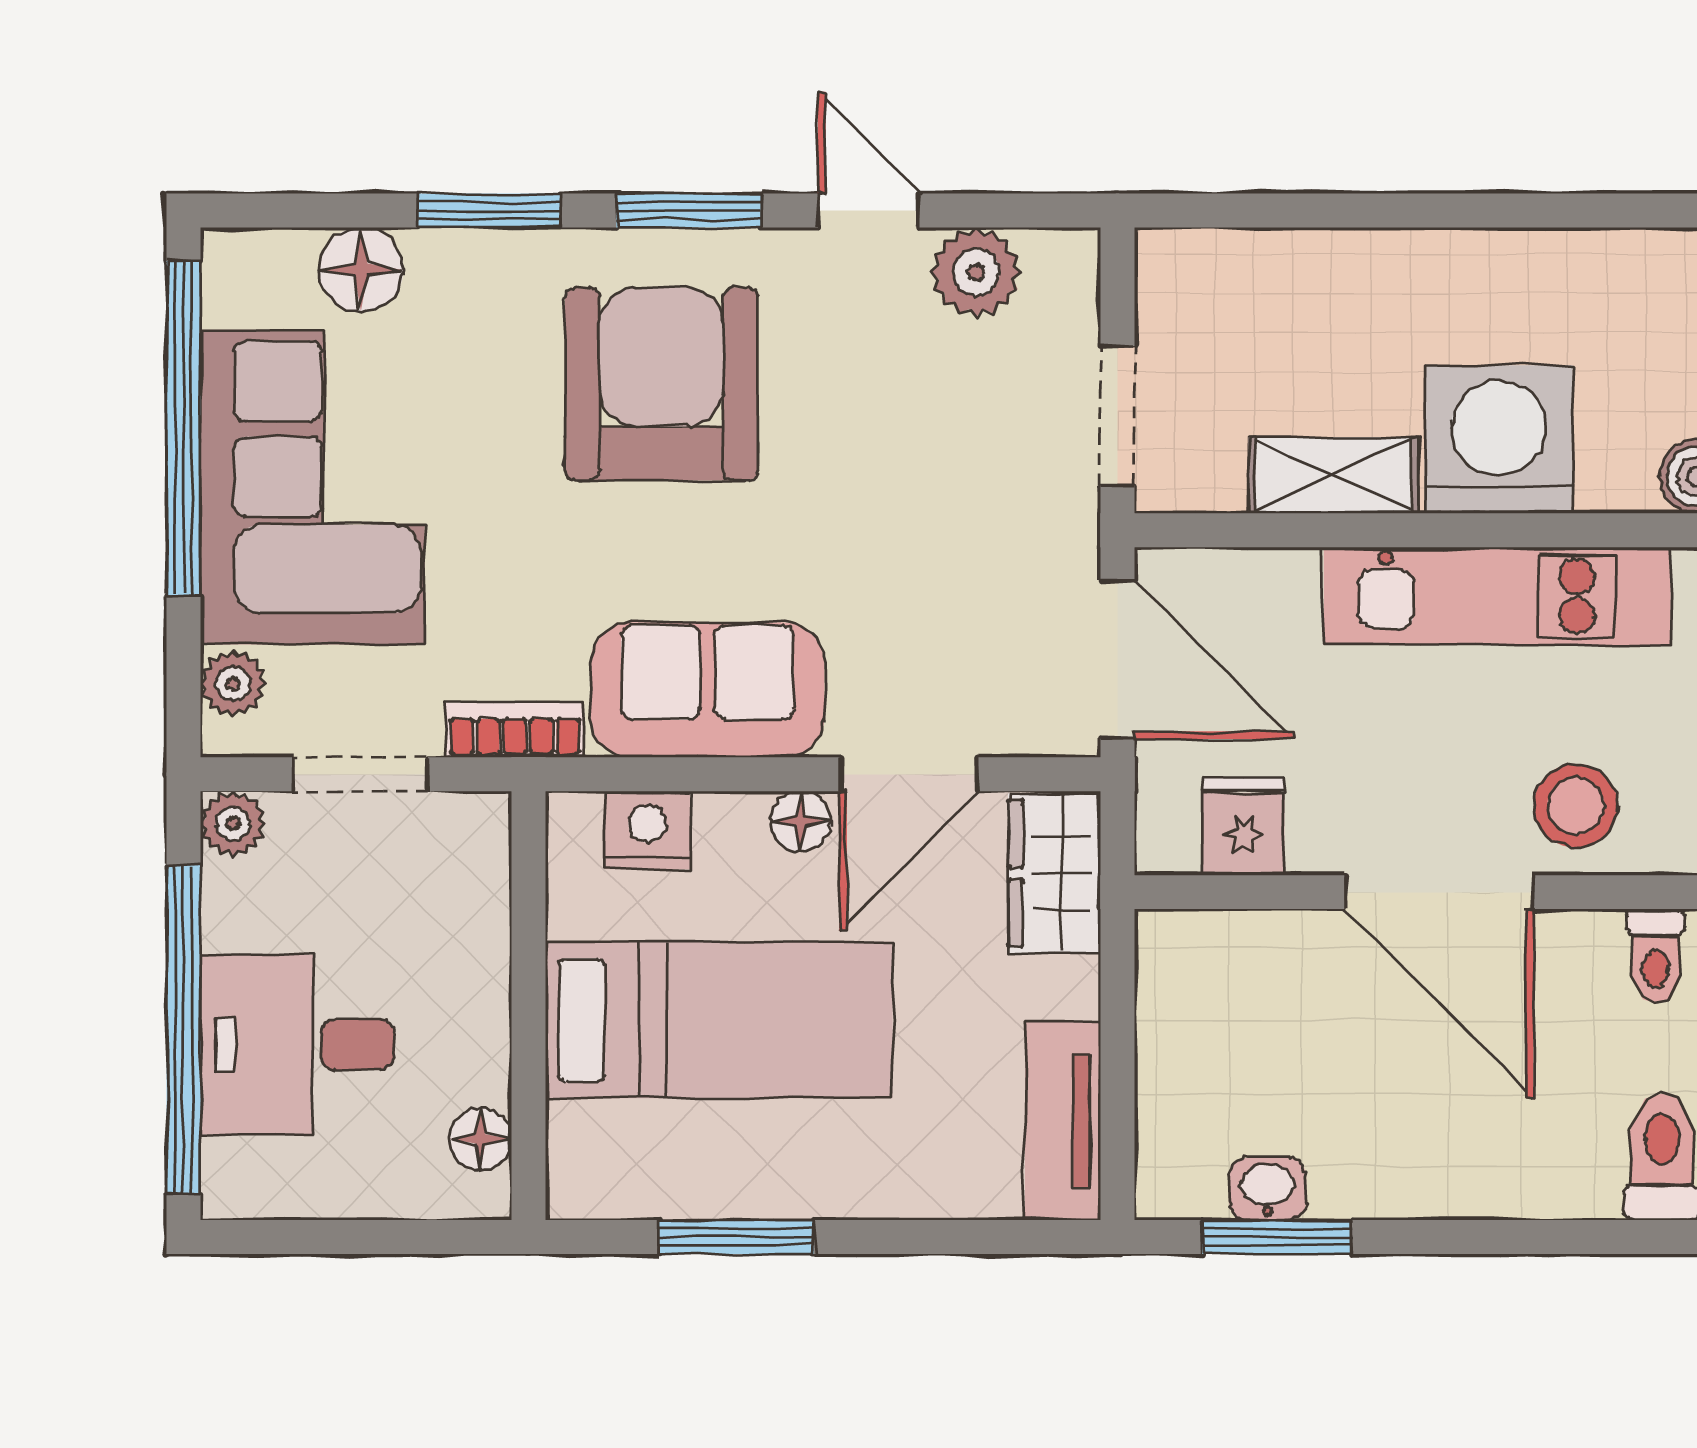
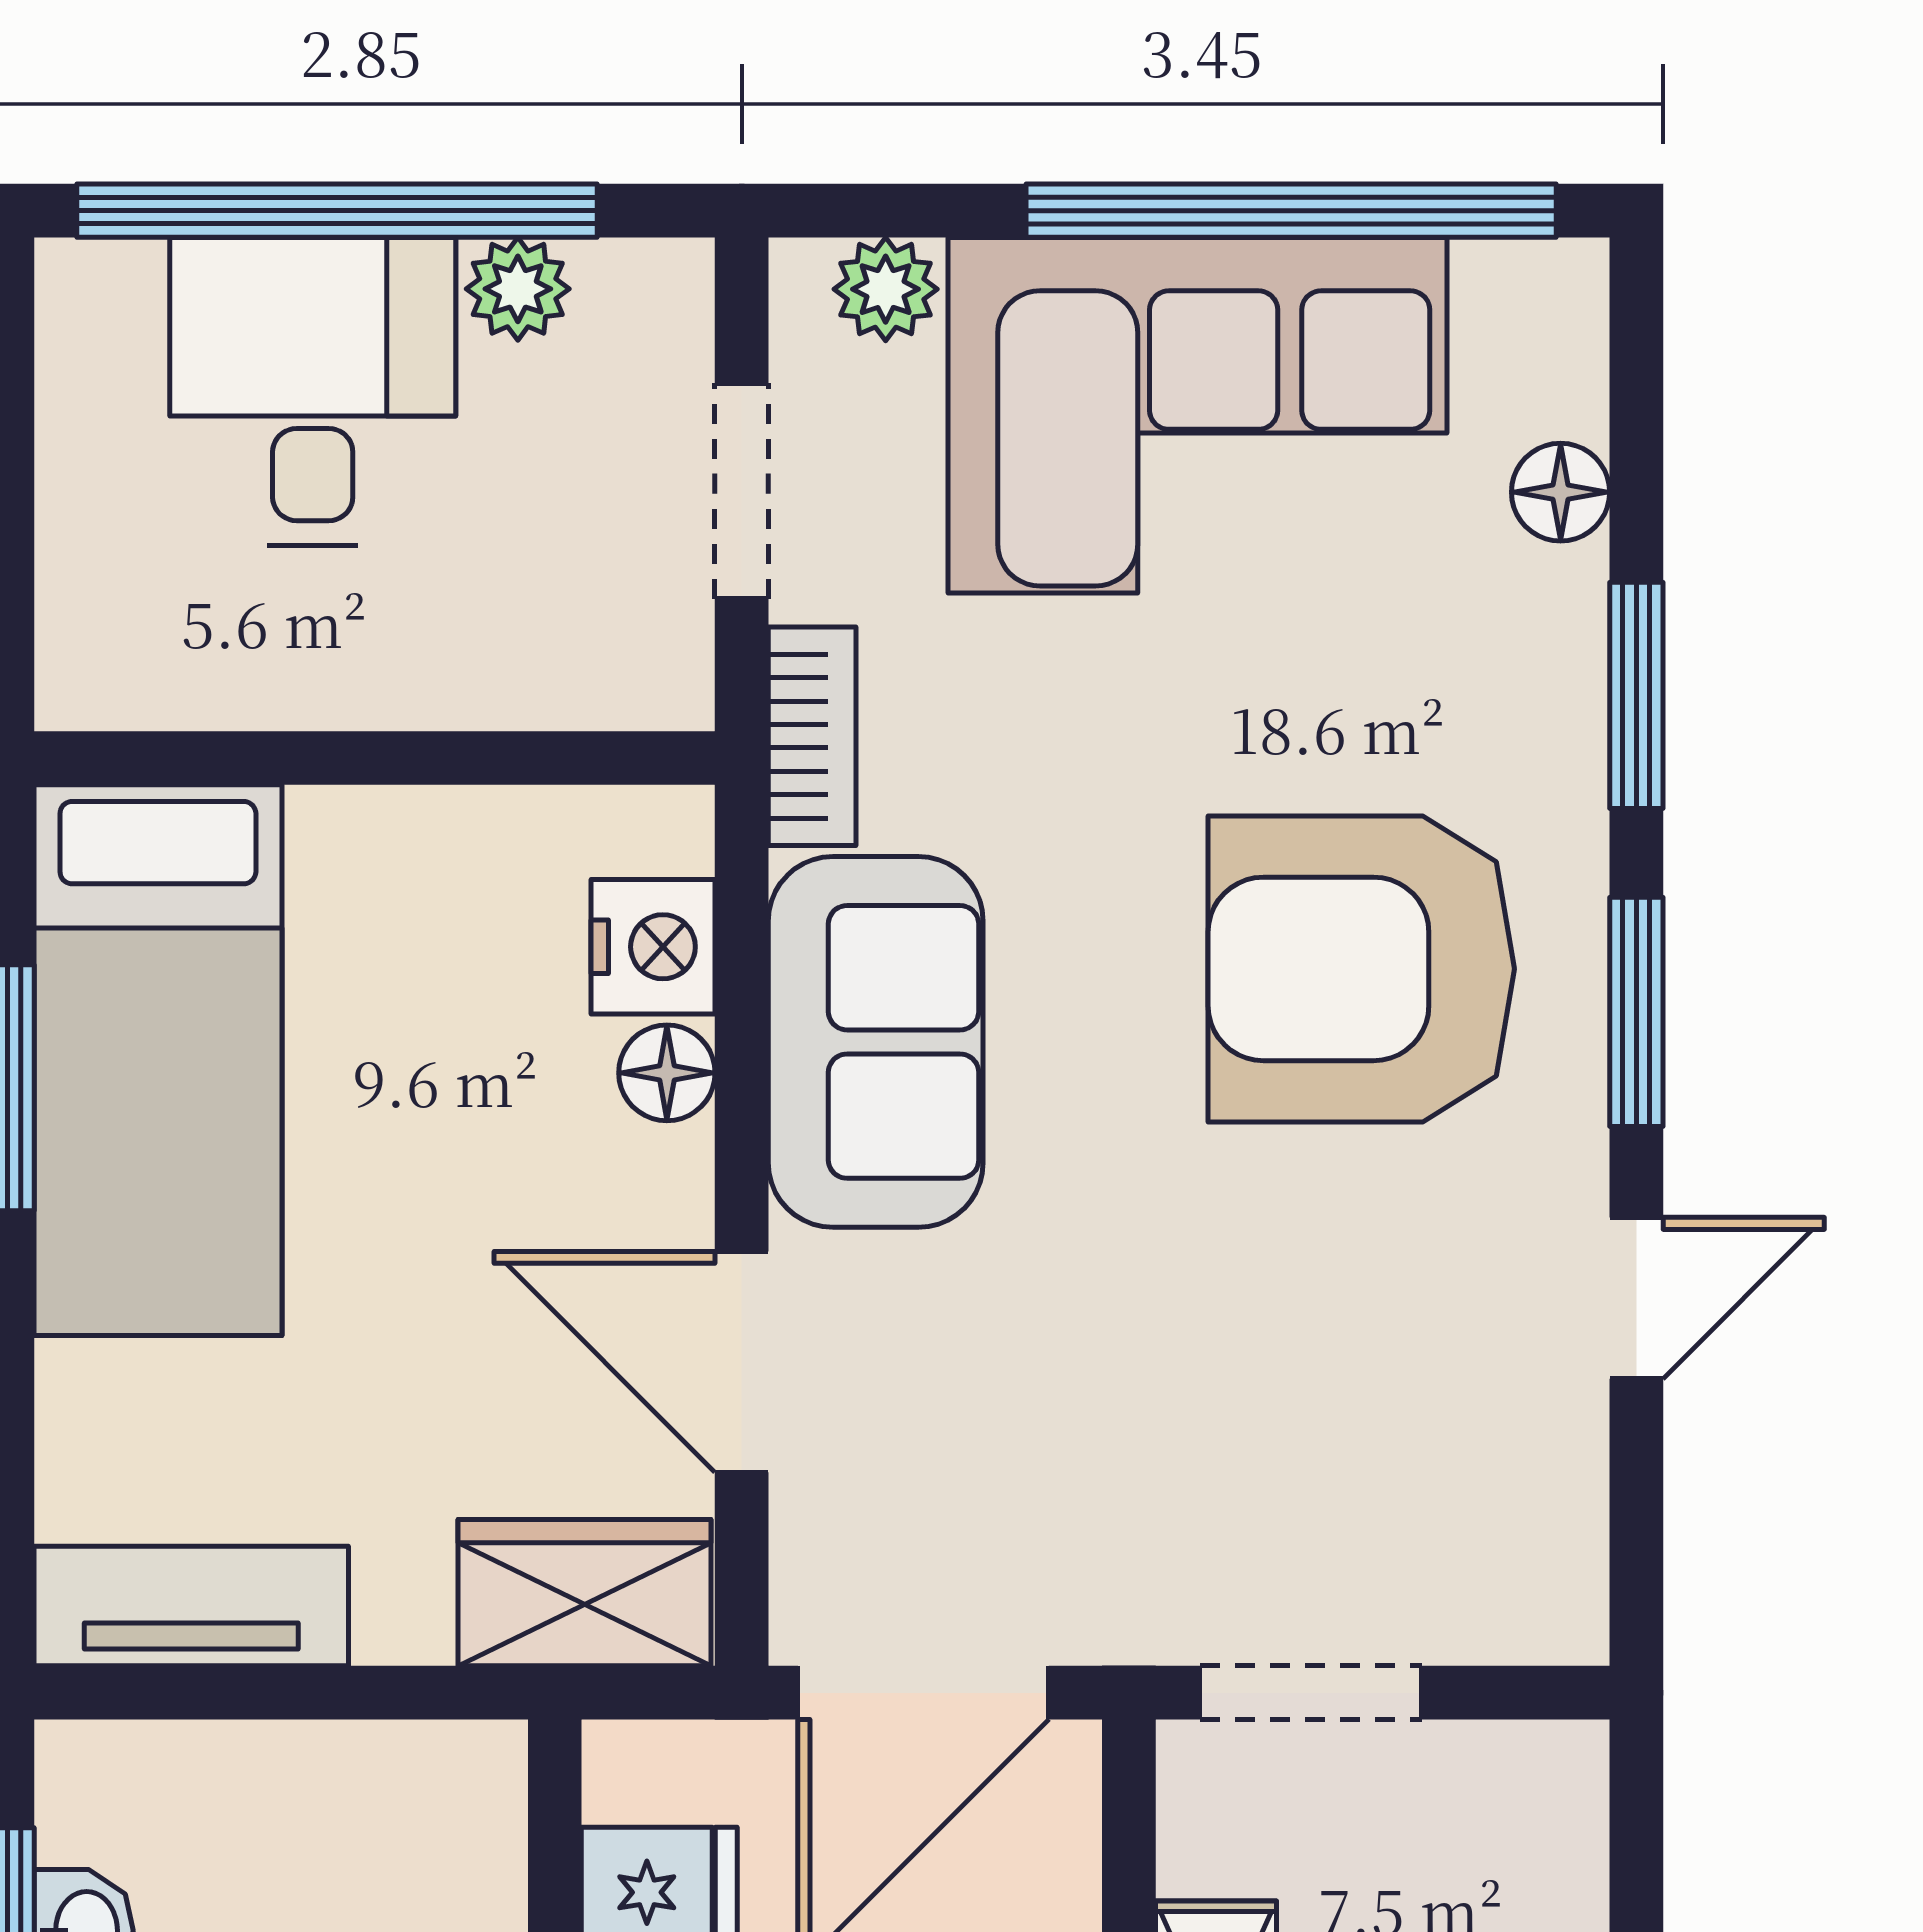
floor lamp: (361, 270) -> (1561, 492), width x0.73, depth x0.73
plant: (976, 272) -> (1538, 1468), removed
armchair: (661, 384) -> (1361, 969), turned 180
floor lamp: (801, 821) -> (667, 1073), moved
plant: (233, 824) -> (518, 289), moved
bed: (719, 1020) -> (158, 1060), moved
floor lamp: (480, 1139) -> (163, 682), removed

